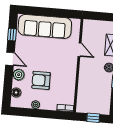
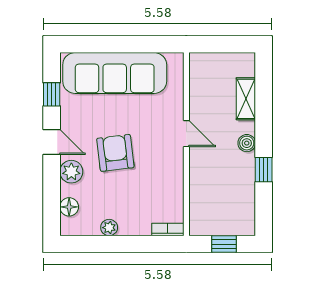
door: (80, 50) -> (186, 134), moved
armchair: (41, 80) -> (115, 153), moved, turned 83

